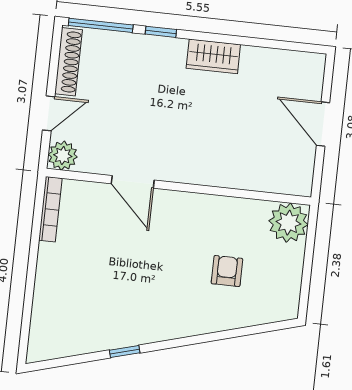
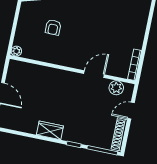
plant: (63, 156) -> (116, 88), moved
door: (133, 182) -> (94, 74), hinge flipped
plant: (288, 223) -> (16, 51), width x0.53, depth x0.53

